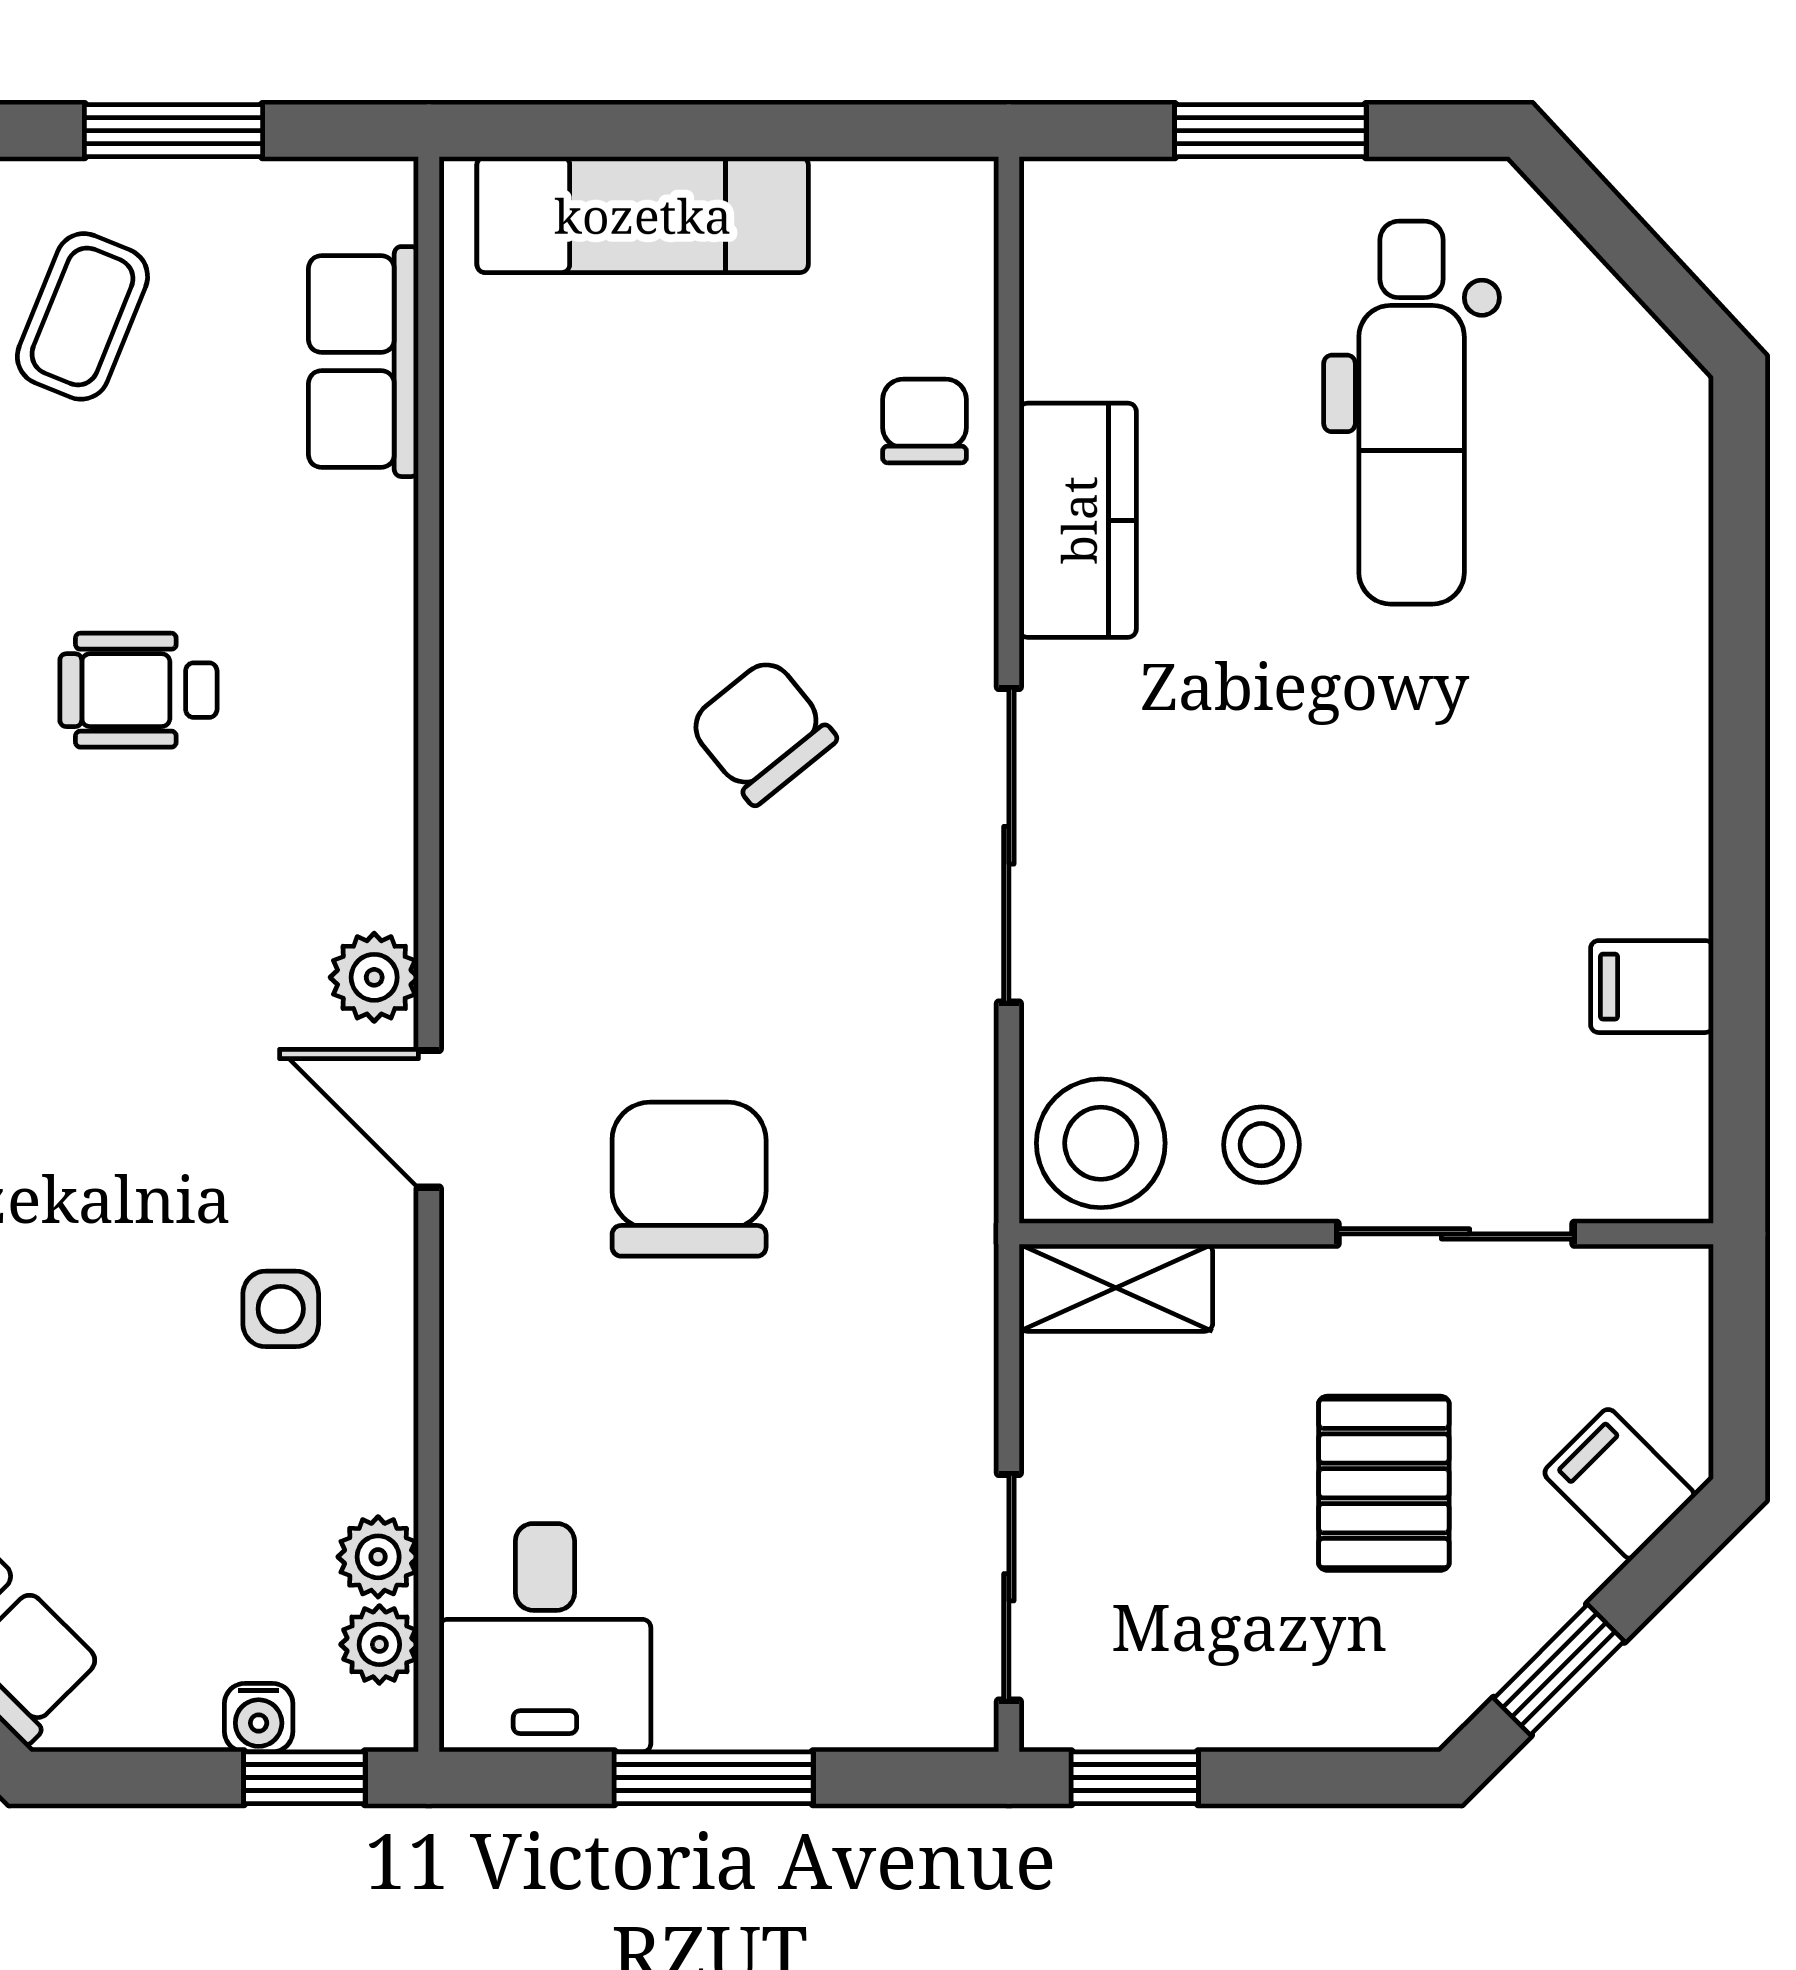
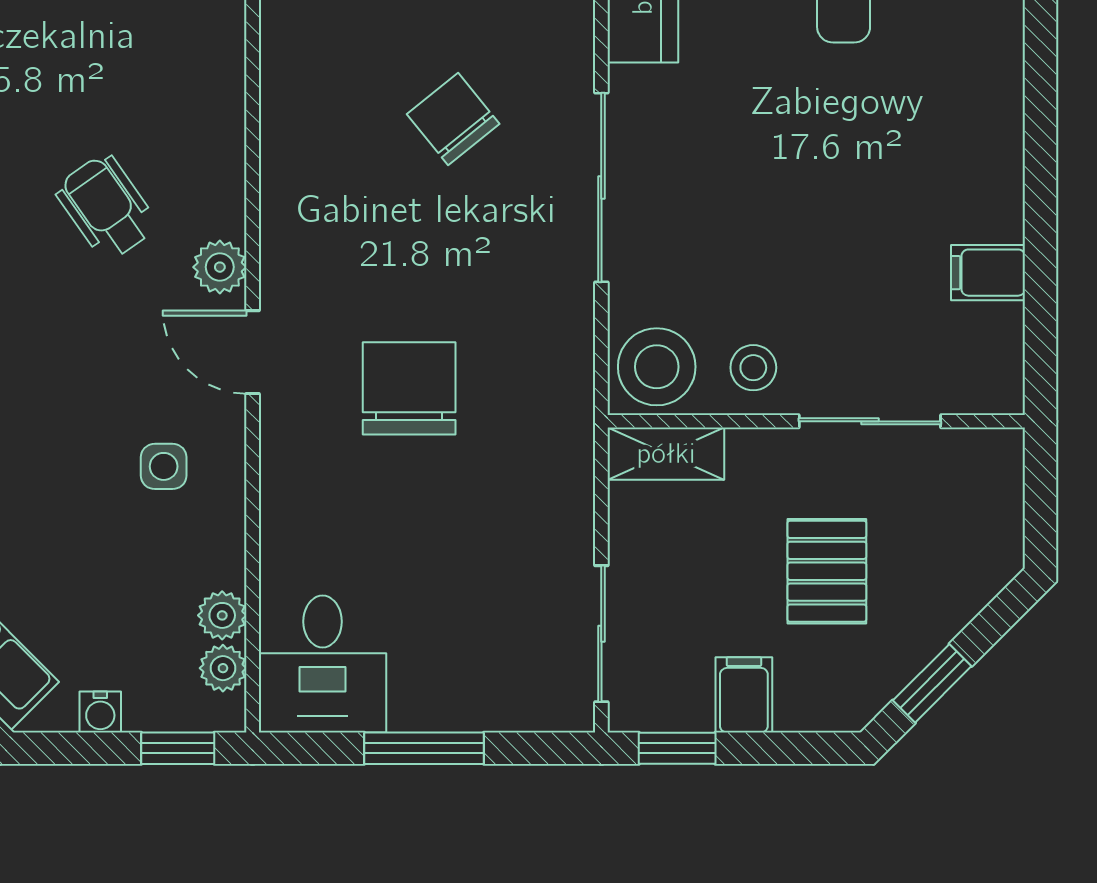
wheelchair: (138, 690) -> (106, 207), moved, turned 55
filing cabinet: (1619, 1484) -> (744, 695), moved, turned 45
water cooler: (259, 1718) -> (100, 712), moved

